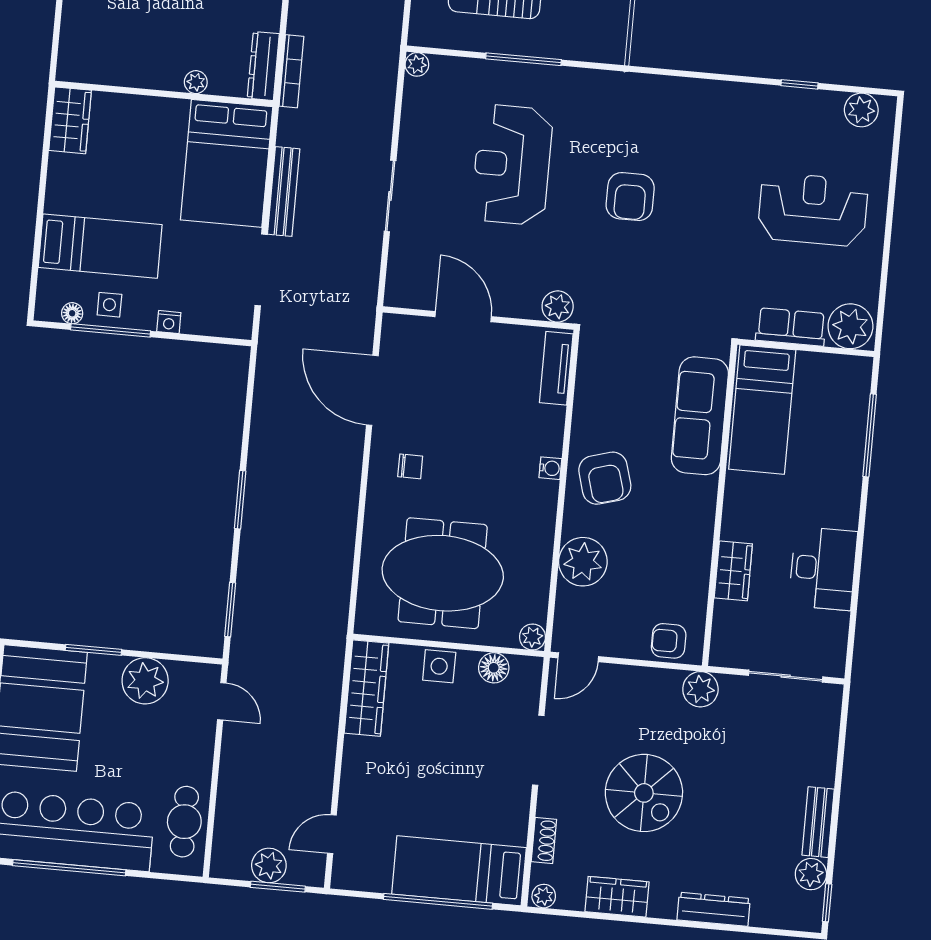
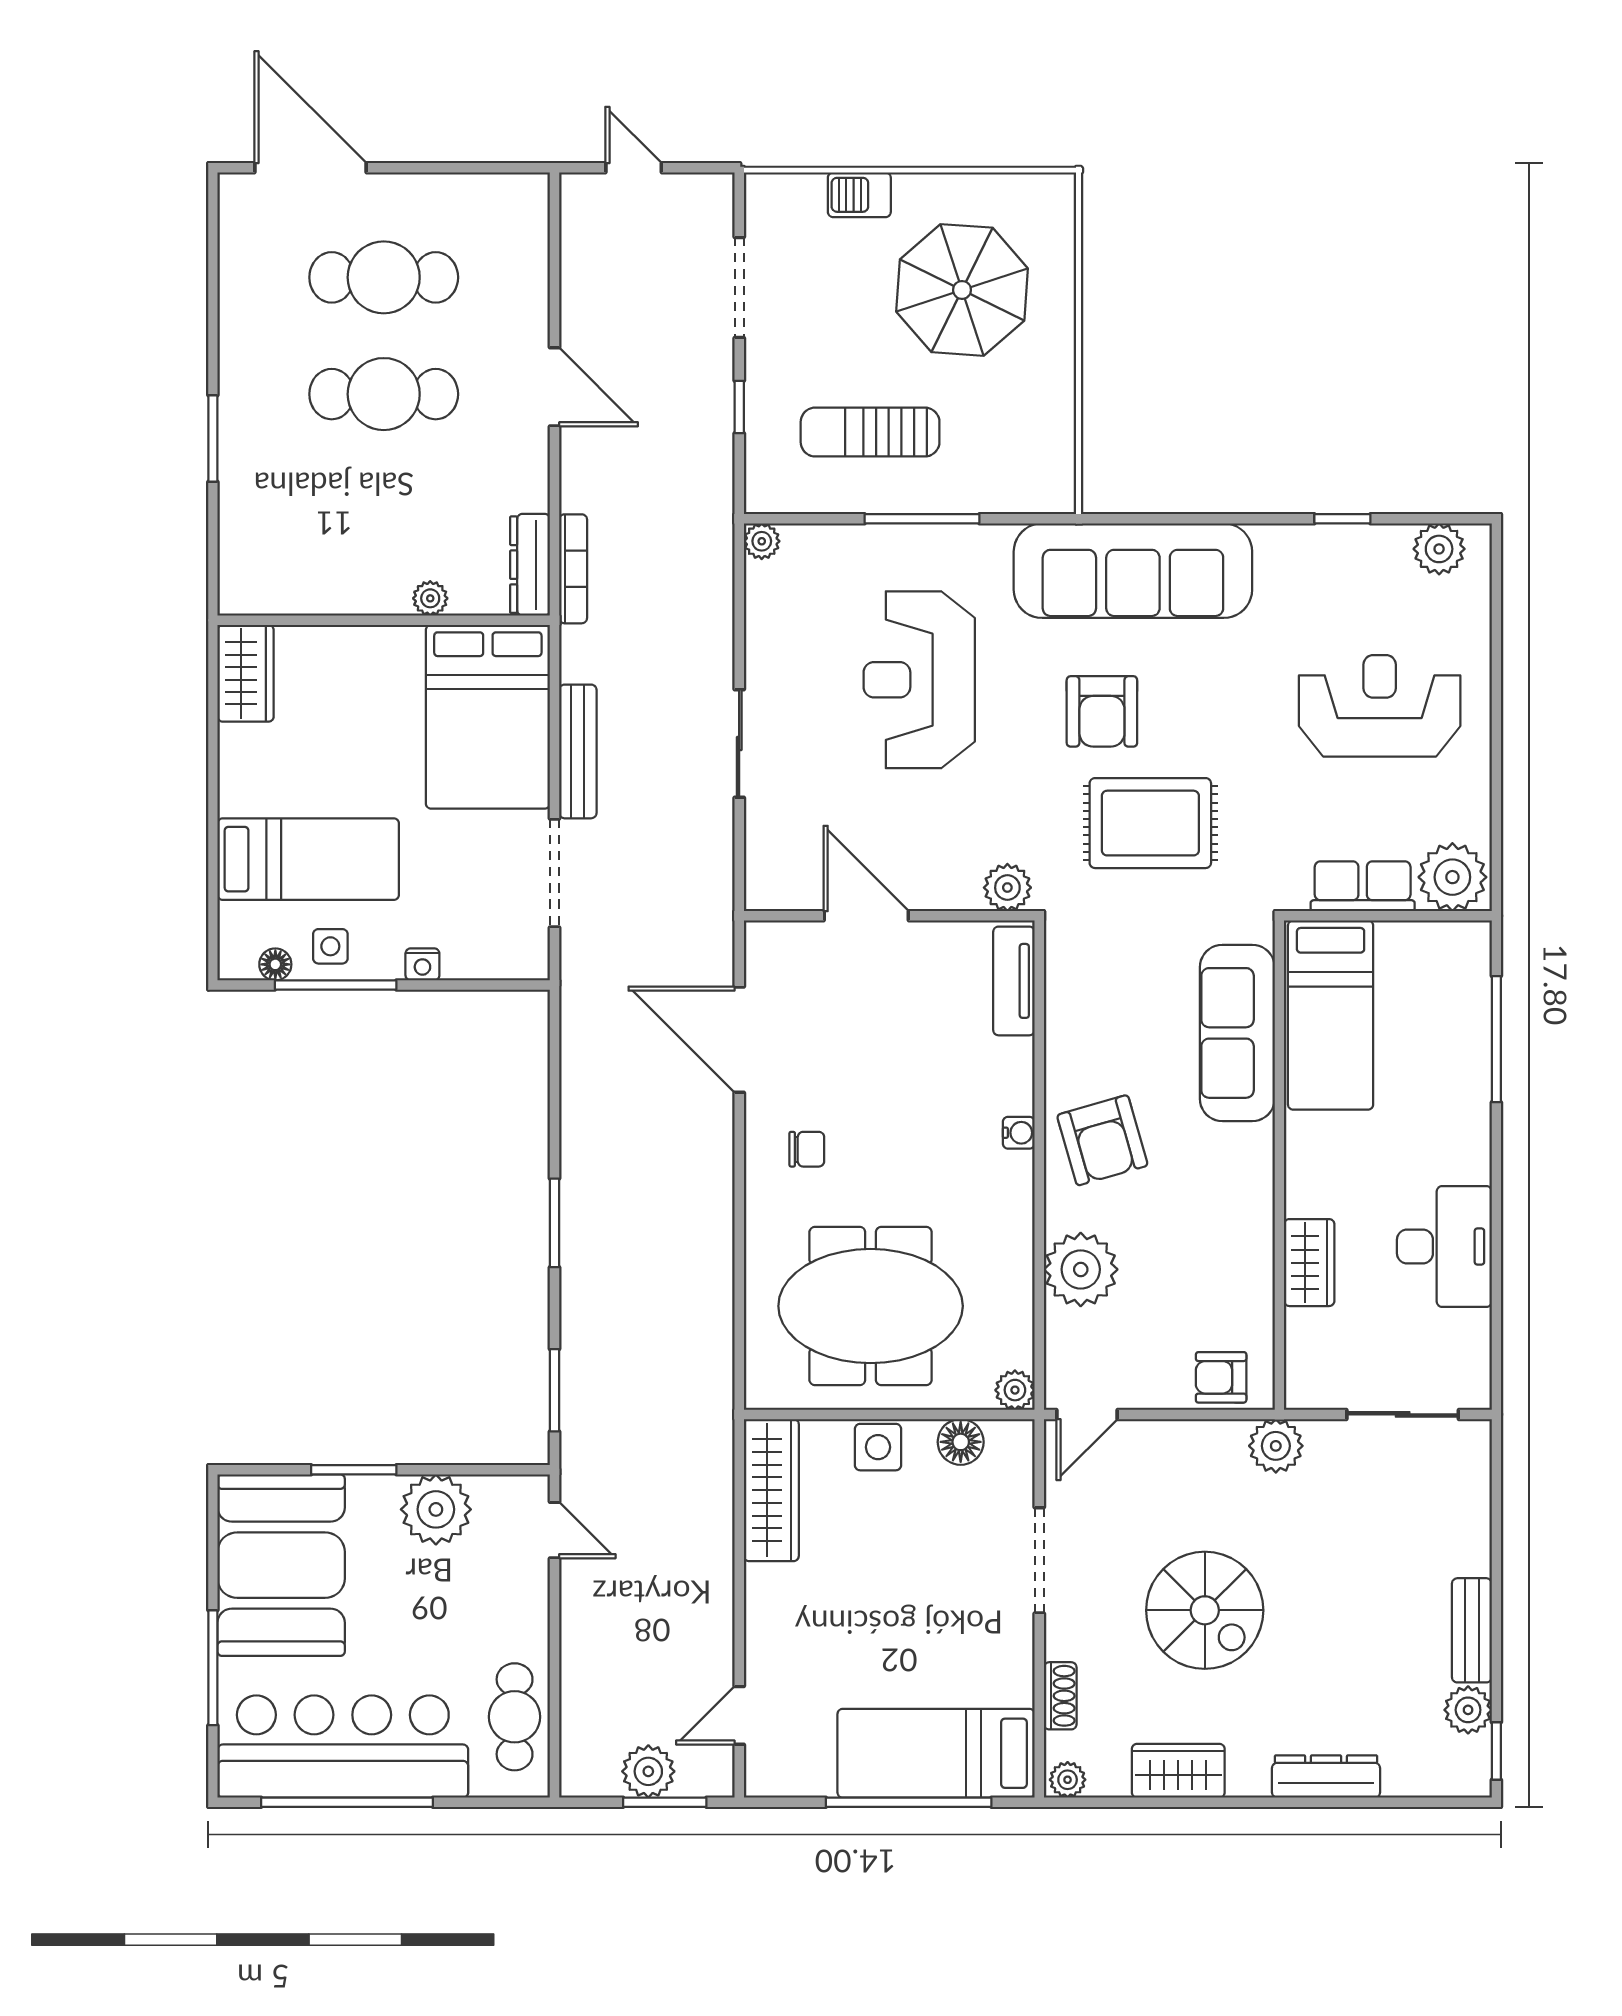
sofa: (659, 106) -> (1133, 571), added
rug: (655, 273) -> (1150, 823), added

